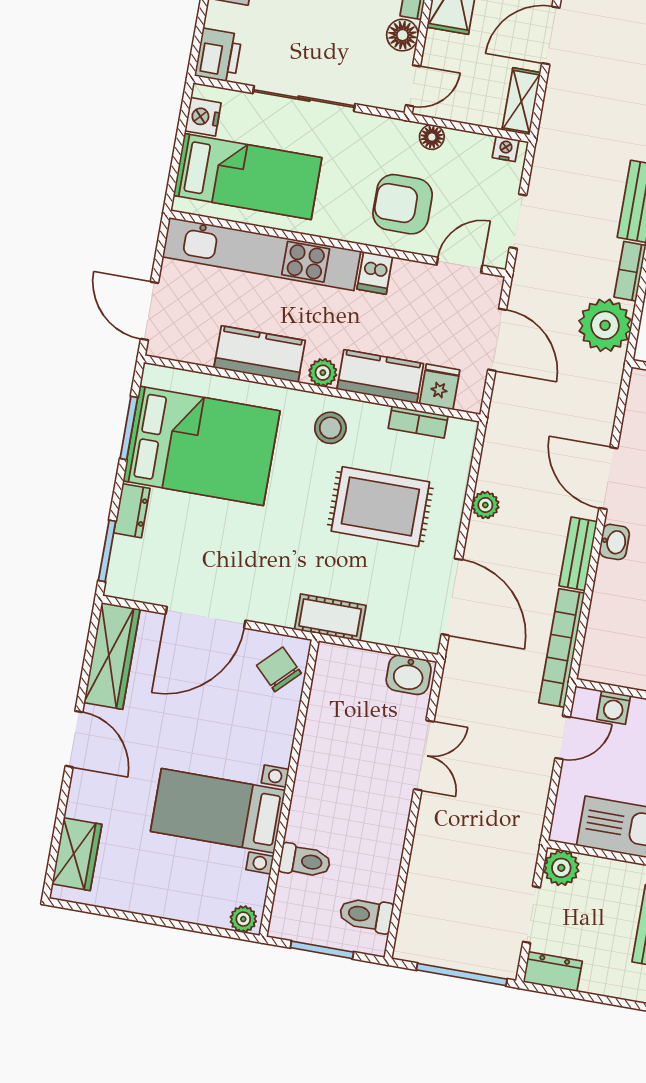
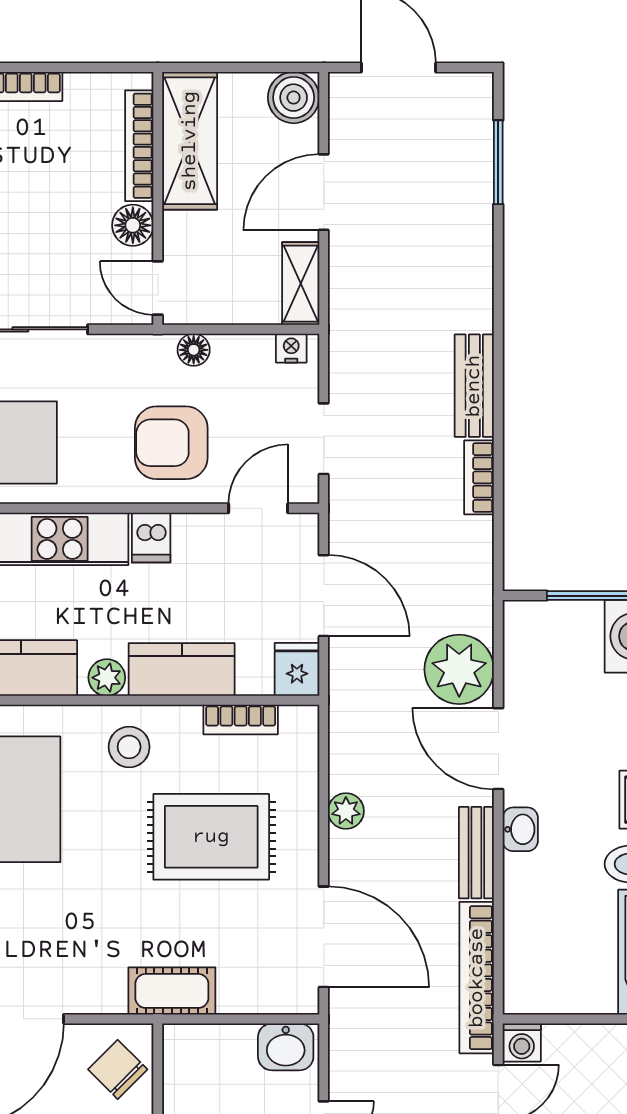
door: (413, 86) -> (158, 288), swing flipped
plant: (605, 325) -> (459, 669), moved
fridge: (440, 387) -> (297, 669), moved
washing machine: (614, 708) -> (522, 1042), moved

